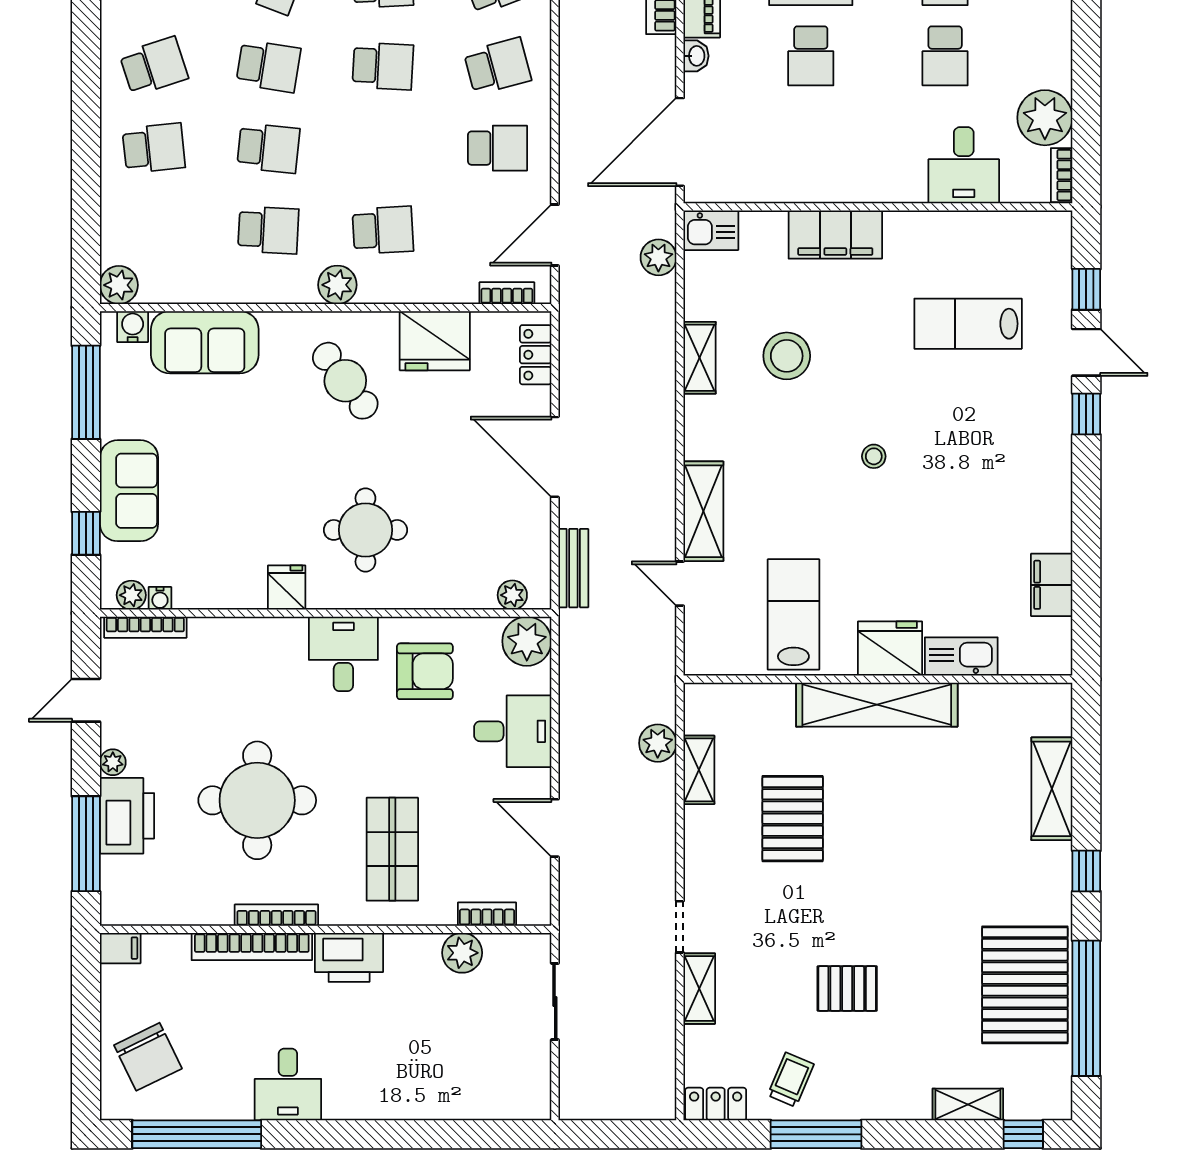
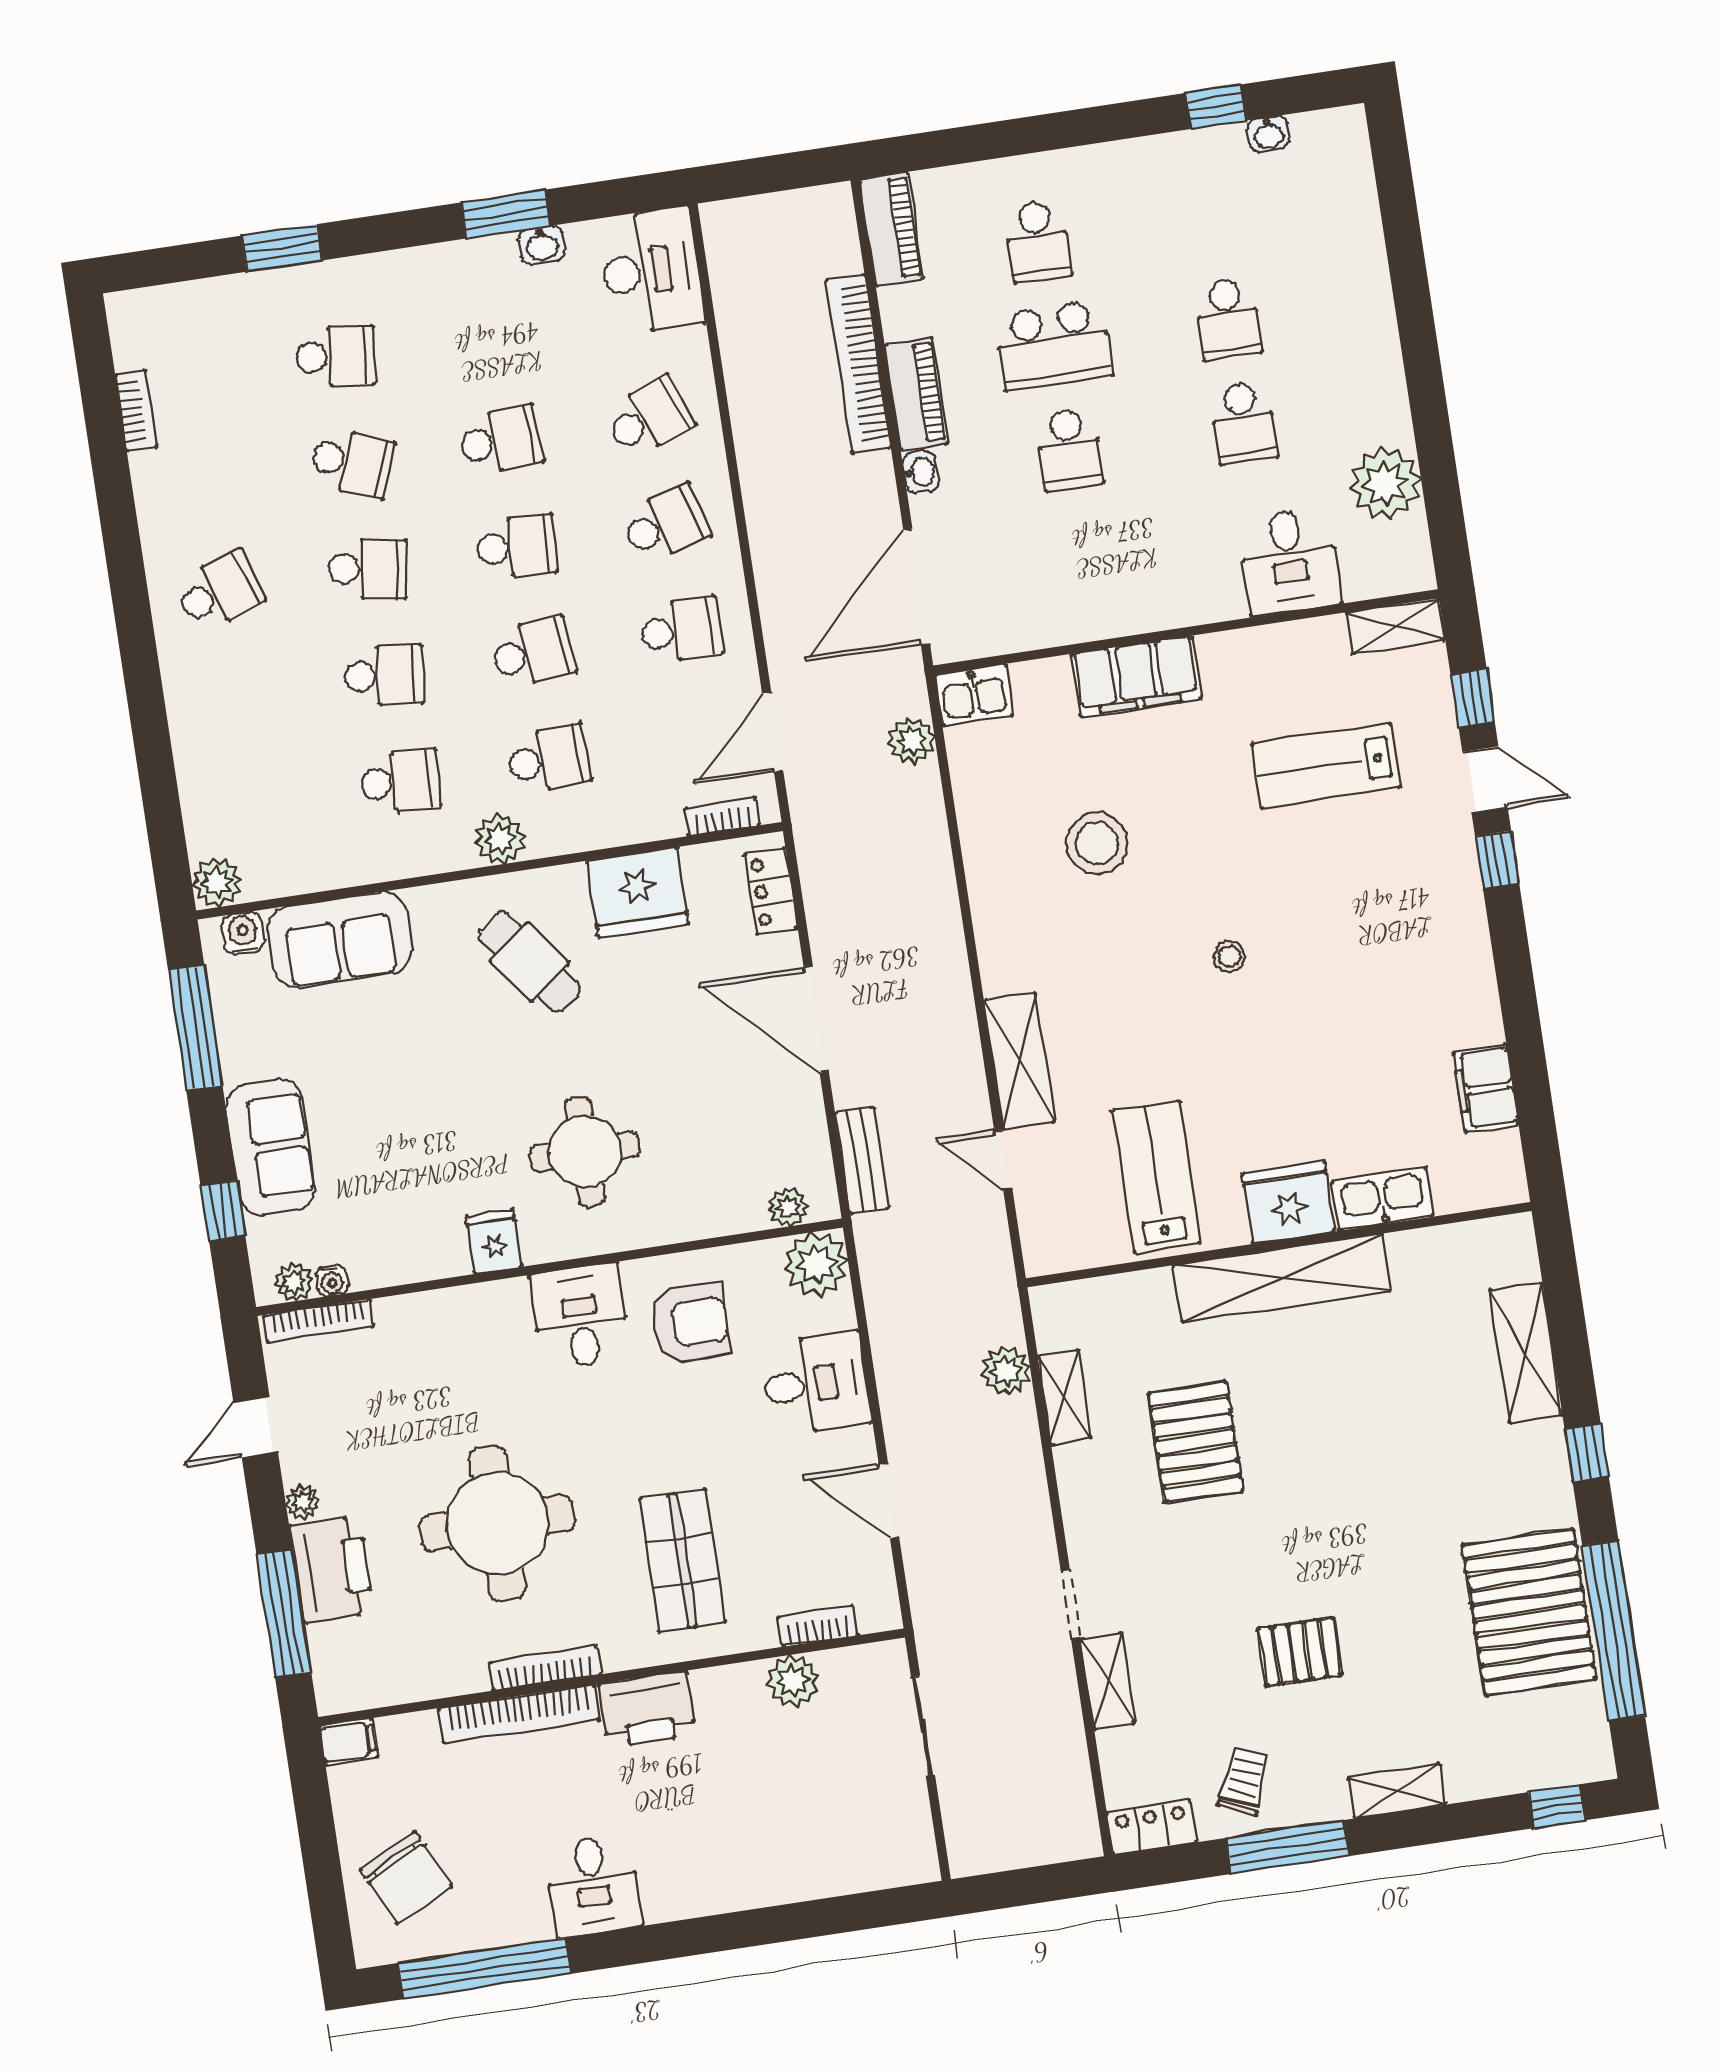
school desk: (154, 148) -> (533, 653), moved
bookcase: (1062, 175) -> (1418, 555), removed
shelving: (700, 358) -> (1396, 626), moved, turned 90
shelving: (968, 1104) -> (1397, 1791), moved

